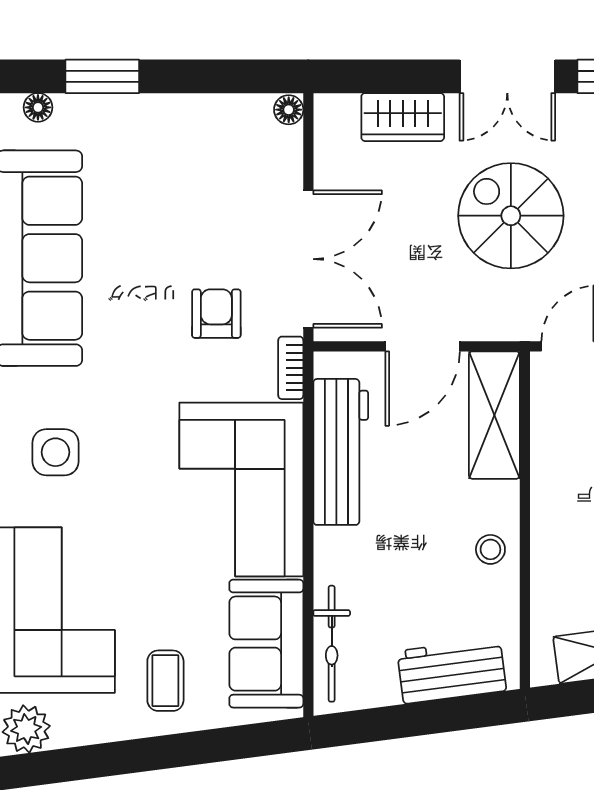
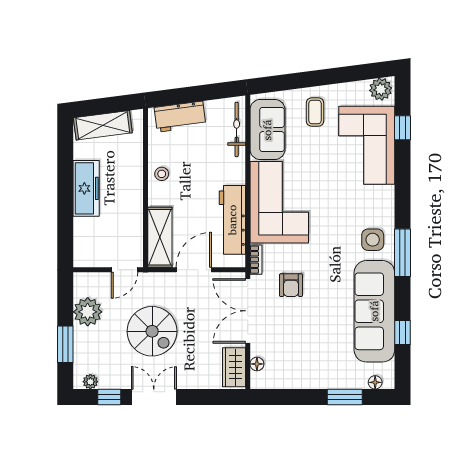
floor lamp: (289, 110) -> (257, 364), moved
wardrobe: (403, 117) -> (234, 367), moved, turned -90
side table: (55, 452) -> (373, 240), moved

